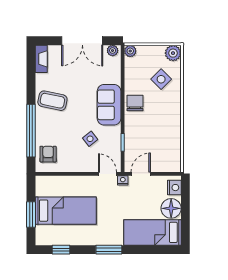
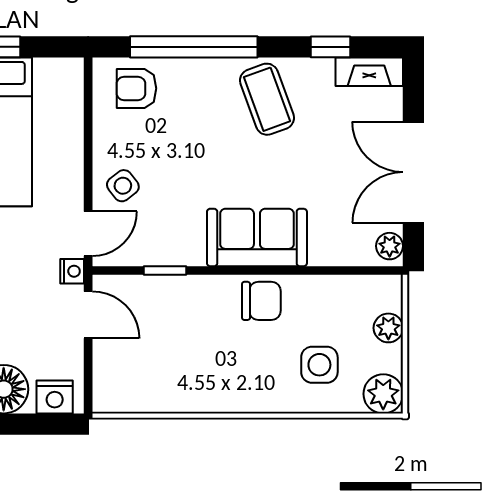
plant: (130, 51) -> (388, 328), moved
window: (31, 75) -> (330, 47), added
side table: (161, 79) -> (319, 365), turned 45
coffee table: (52, 101) -> (267, 99), turned -32
side table: (90, 139) -> (123, 186), moved
armchair: (48, 154) -> (136, 88), turned 180

